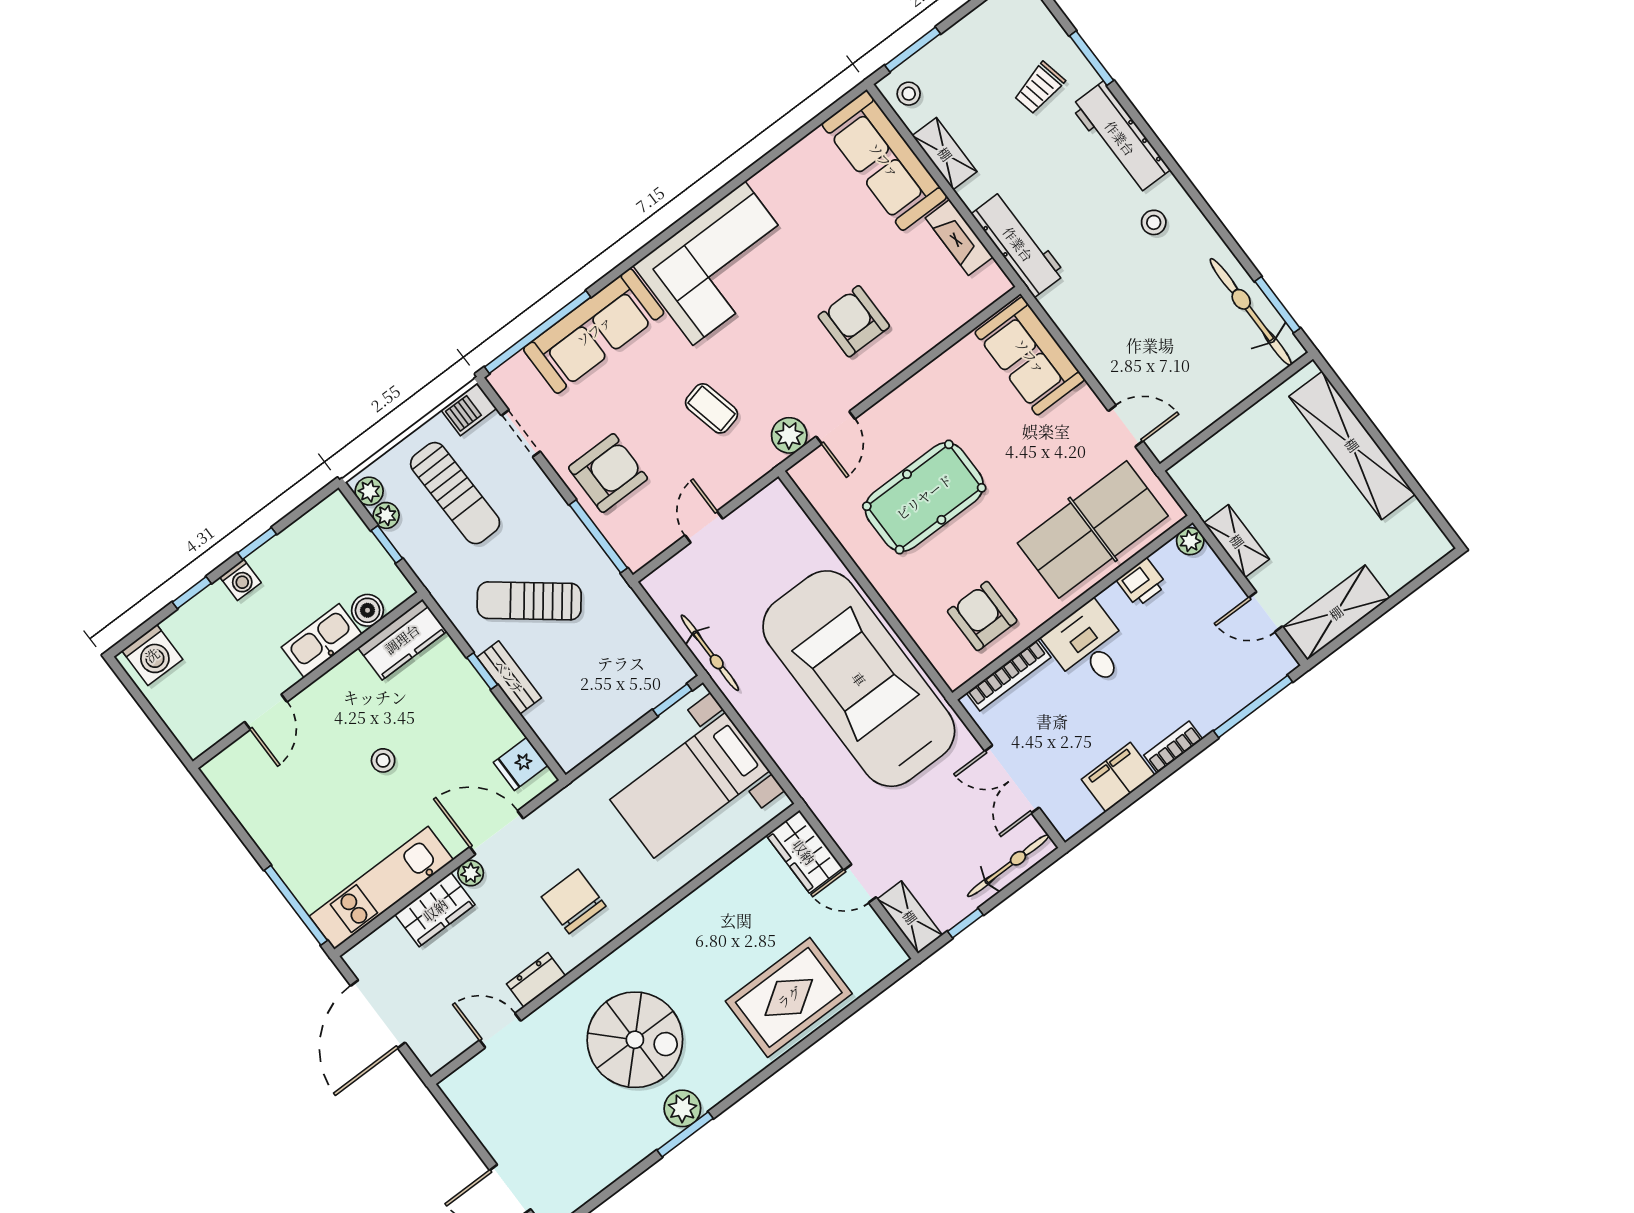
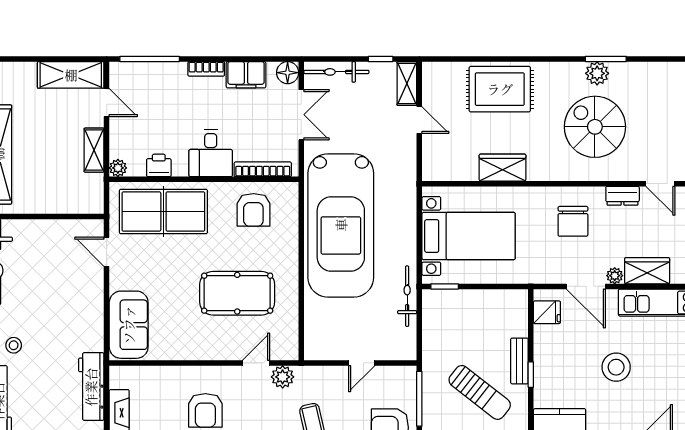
stool: (383, 760) -> (616, 367), width x1.89, depth x1.89
floor lamp: (1068, 819) -> (288, 73), added
wardrobe: (804, 852) -> (503, 168), moved, turned -90

